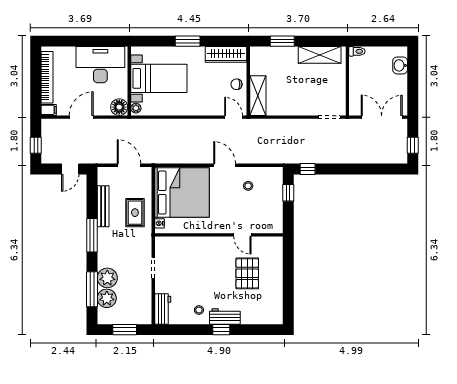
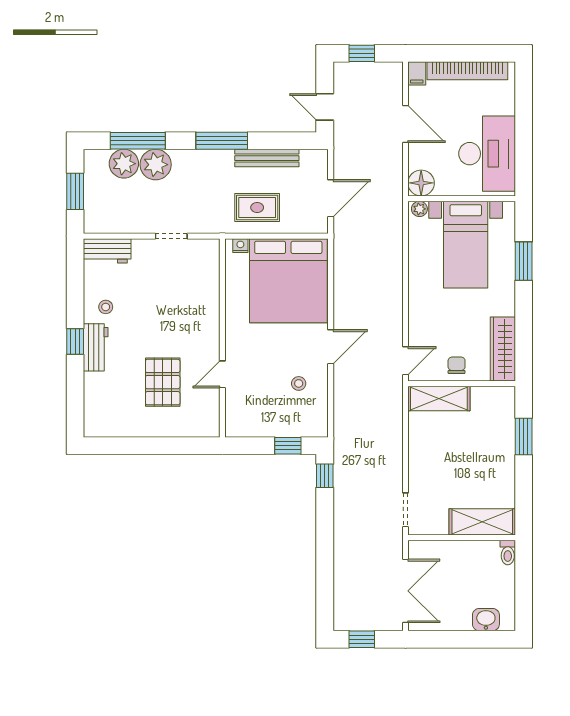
window: (188, 41) -> (524, 261), moved
shelving: (320, 55) -> (482, 522), moved, turned 90
pallet: (247, 273) -> (163, 382), turned 90

